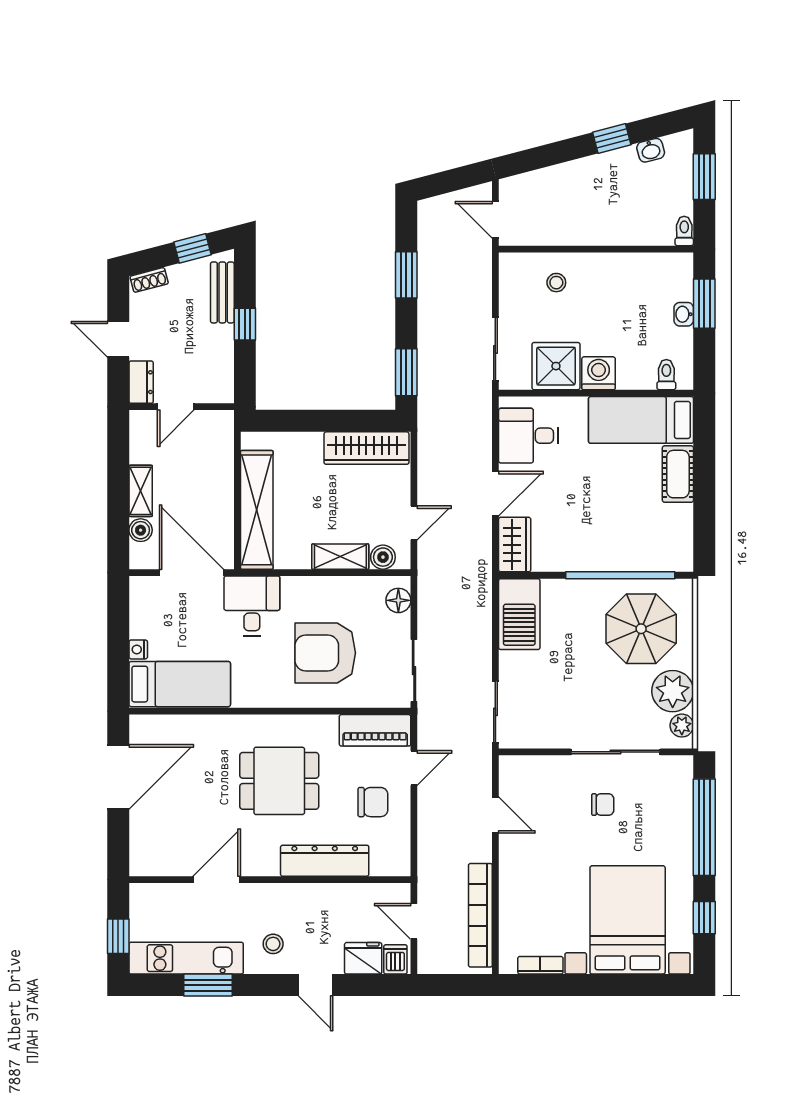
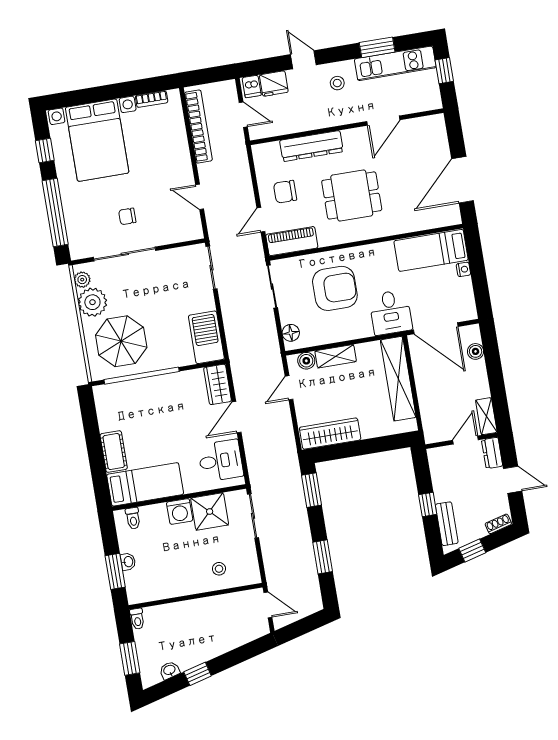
shelving: (141, 491) -> (486, 416), moved

